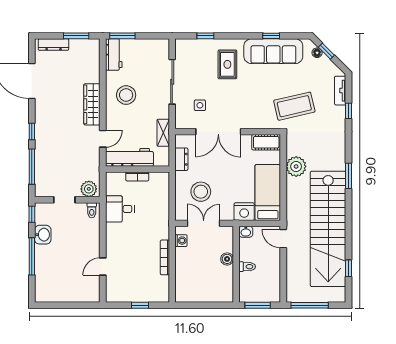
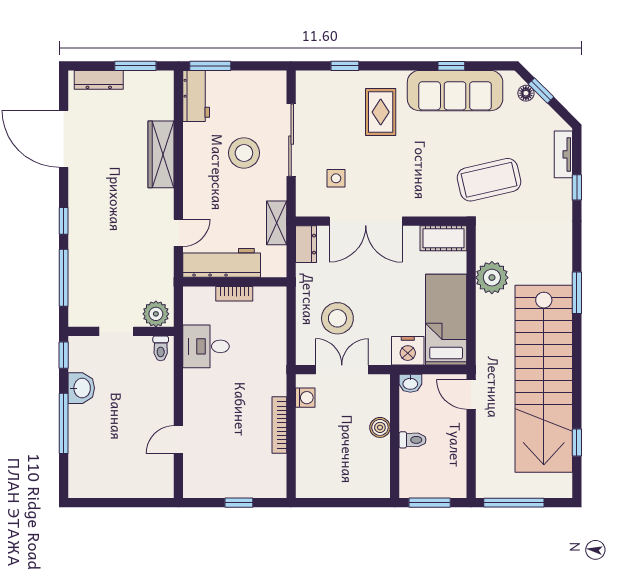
stool: (126, 95) -> (244, 153), moved
wardrobe: (92, 104) -> (161, 154), moved
dresser: (181, 159) -> (306, 244), moved

